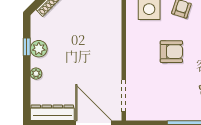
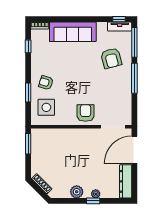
window: (27, 47) -> (93, 201), moved
armchair: (171, 52) -> (86, 113), moved

